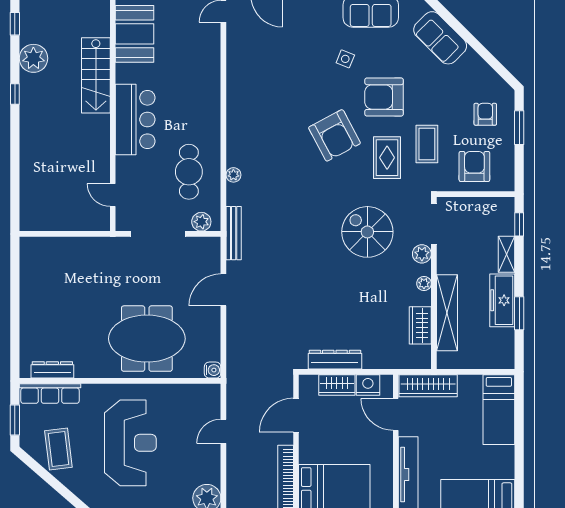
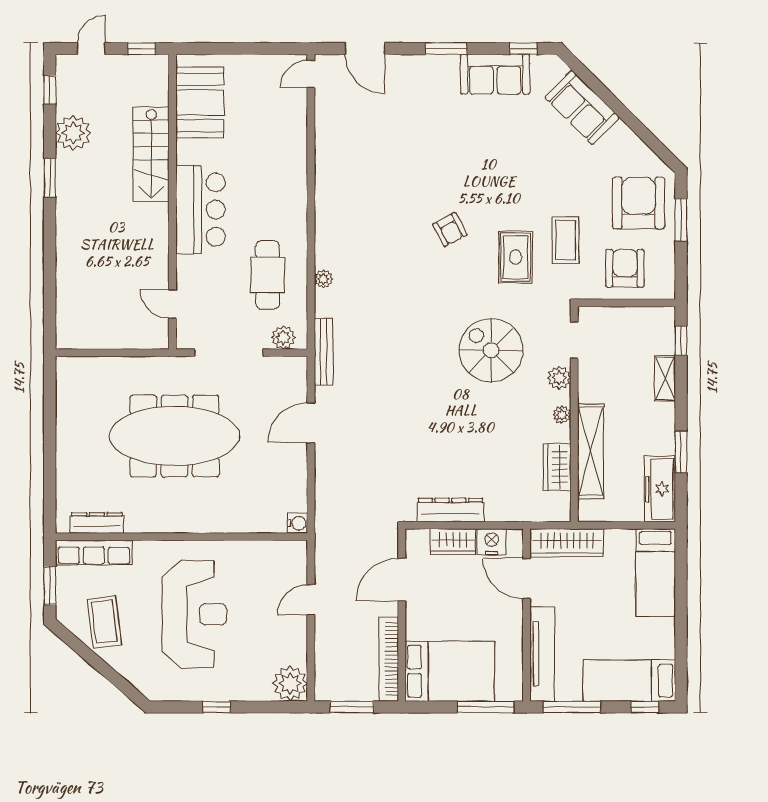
side table: (345, 59) -> (463, 134), removed
window: (15, 94) -> (50, 178), width x1.50
armchair: (384, 97) -> (512, 181), removed
armchair: (485, 114) -> (639, 203), width x1.88, depth x1.88
armchair: (334, 135) -> (450, 229), width x0.53, depth x0.53
doorway: (434, 224) -> (574, 340), width x0.73
freezer: (502, 300) -> (660, 489), moved
meeting table: (147, 339) -> (174, 436), moved, width x1.36

